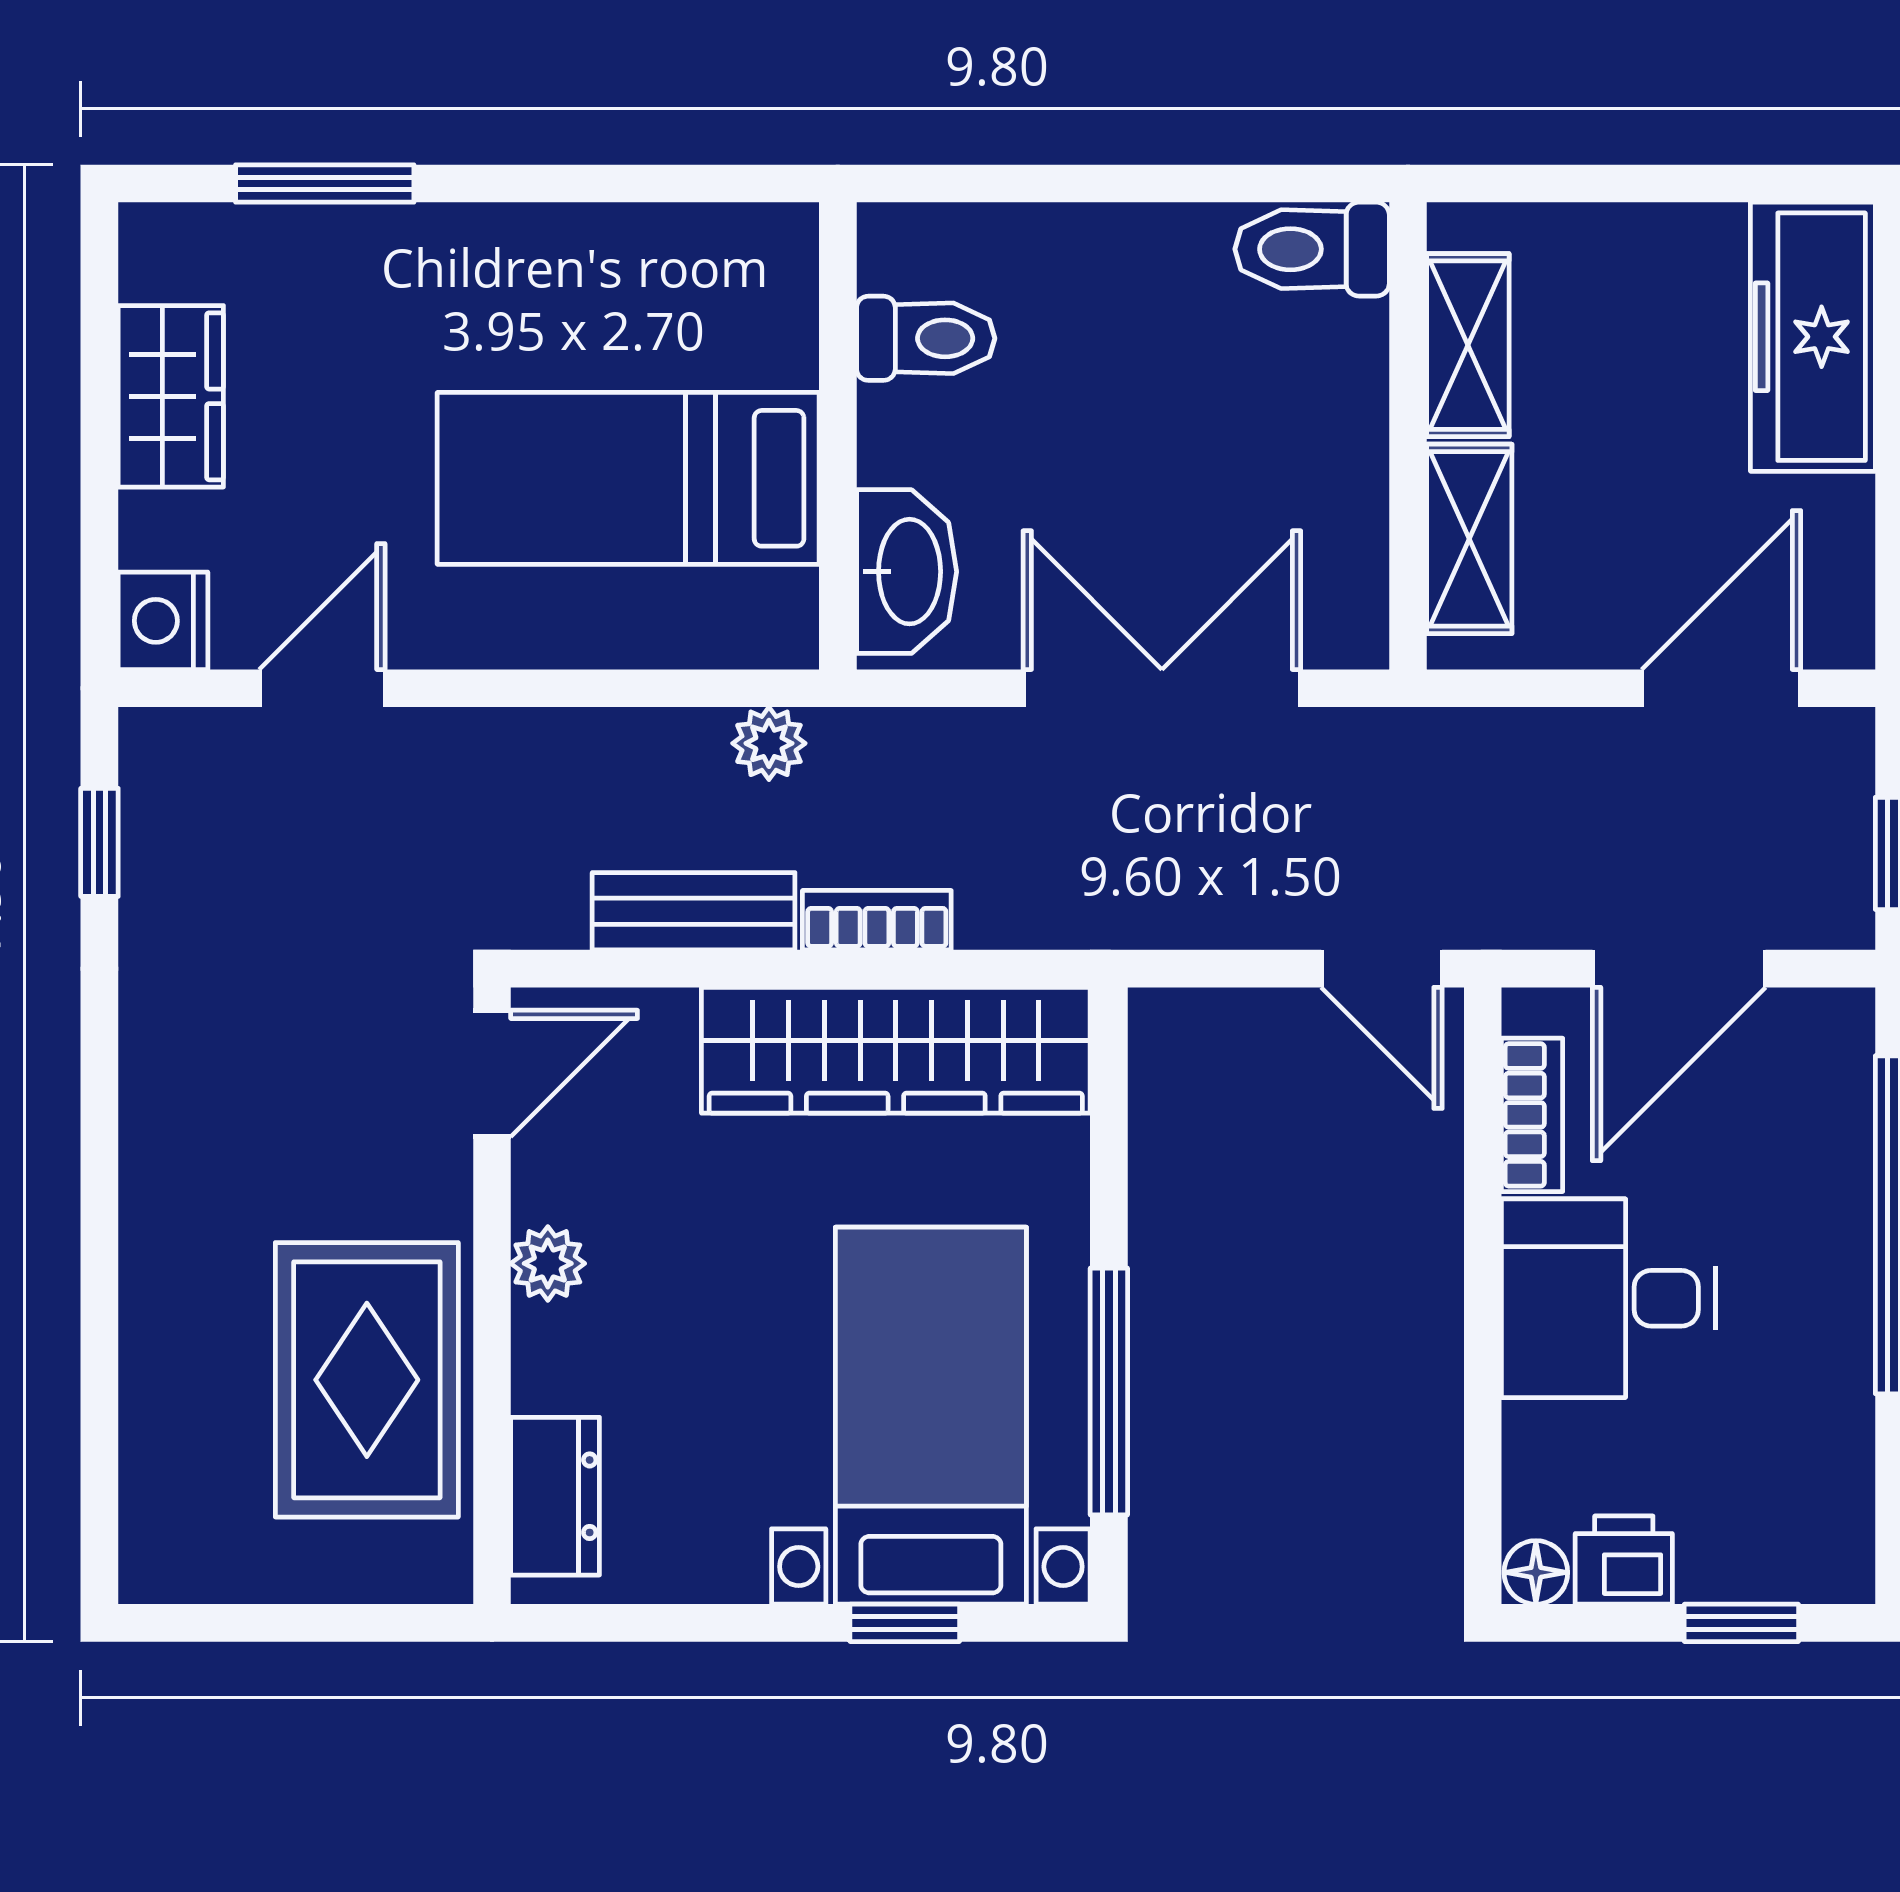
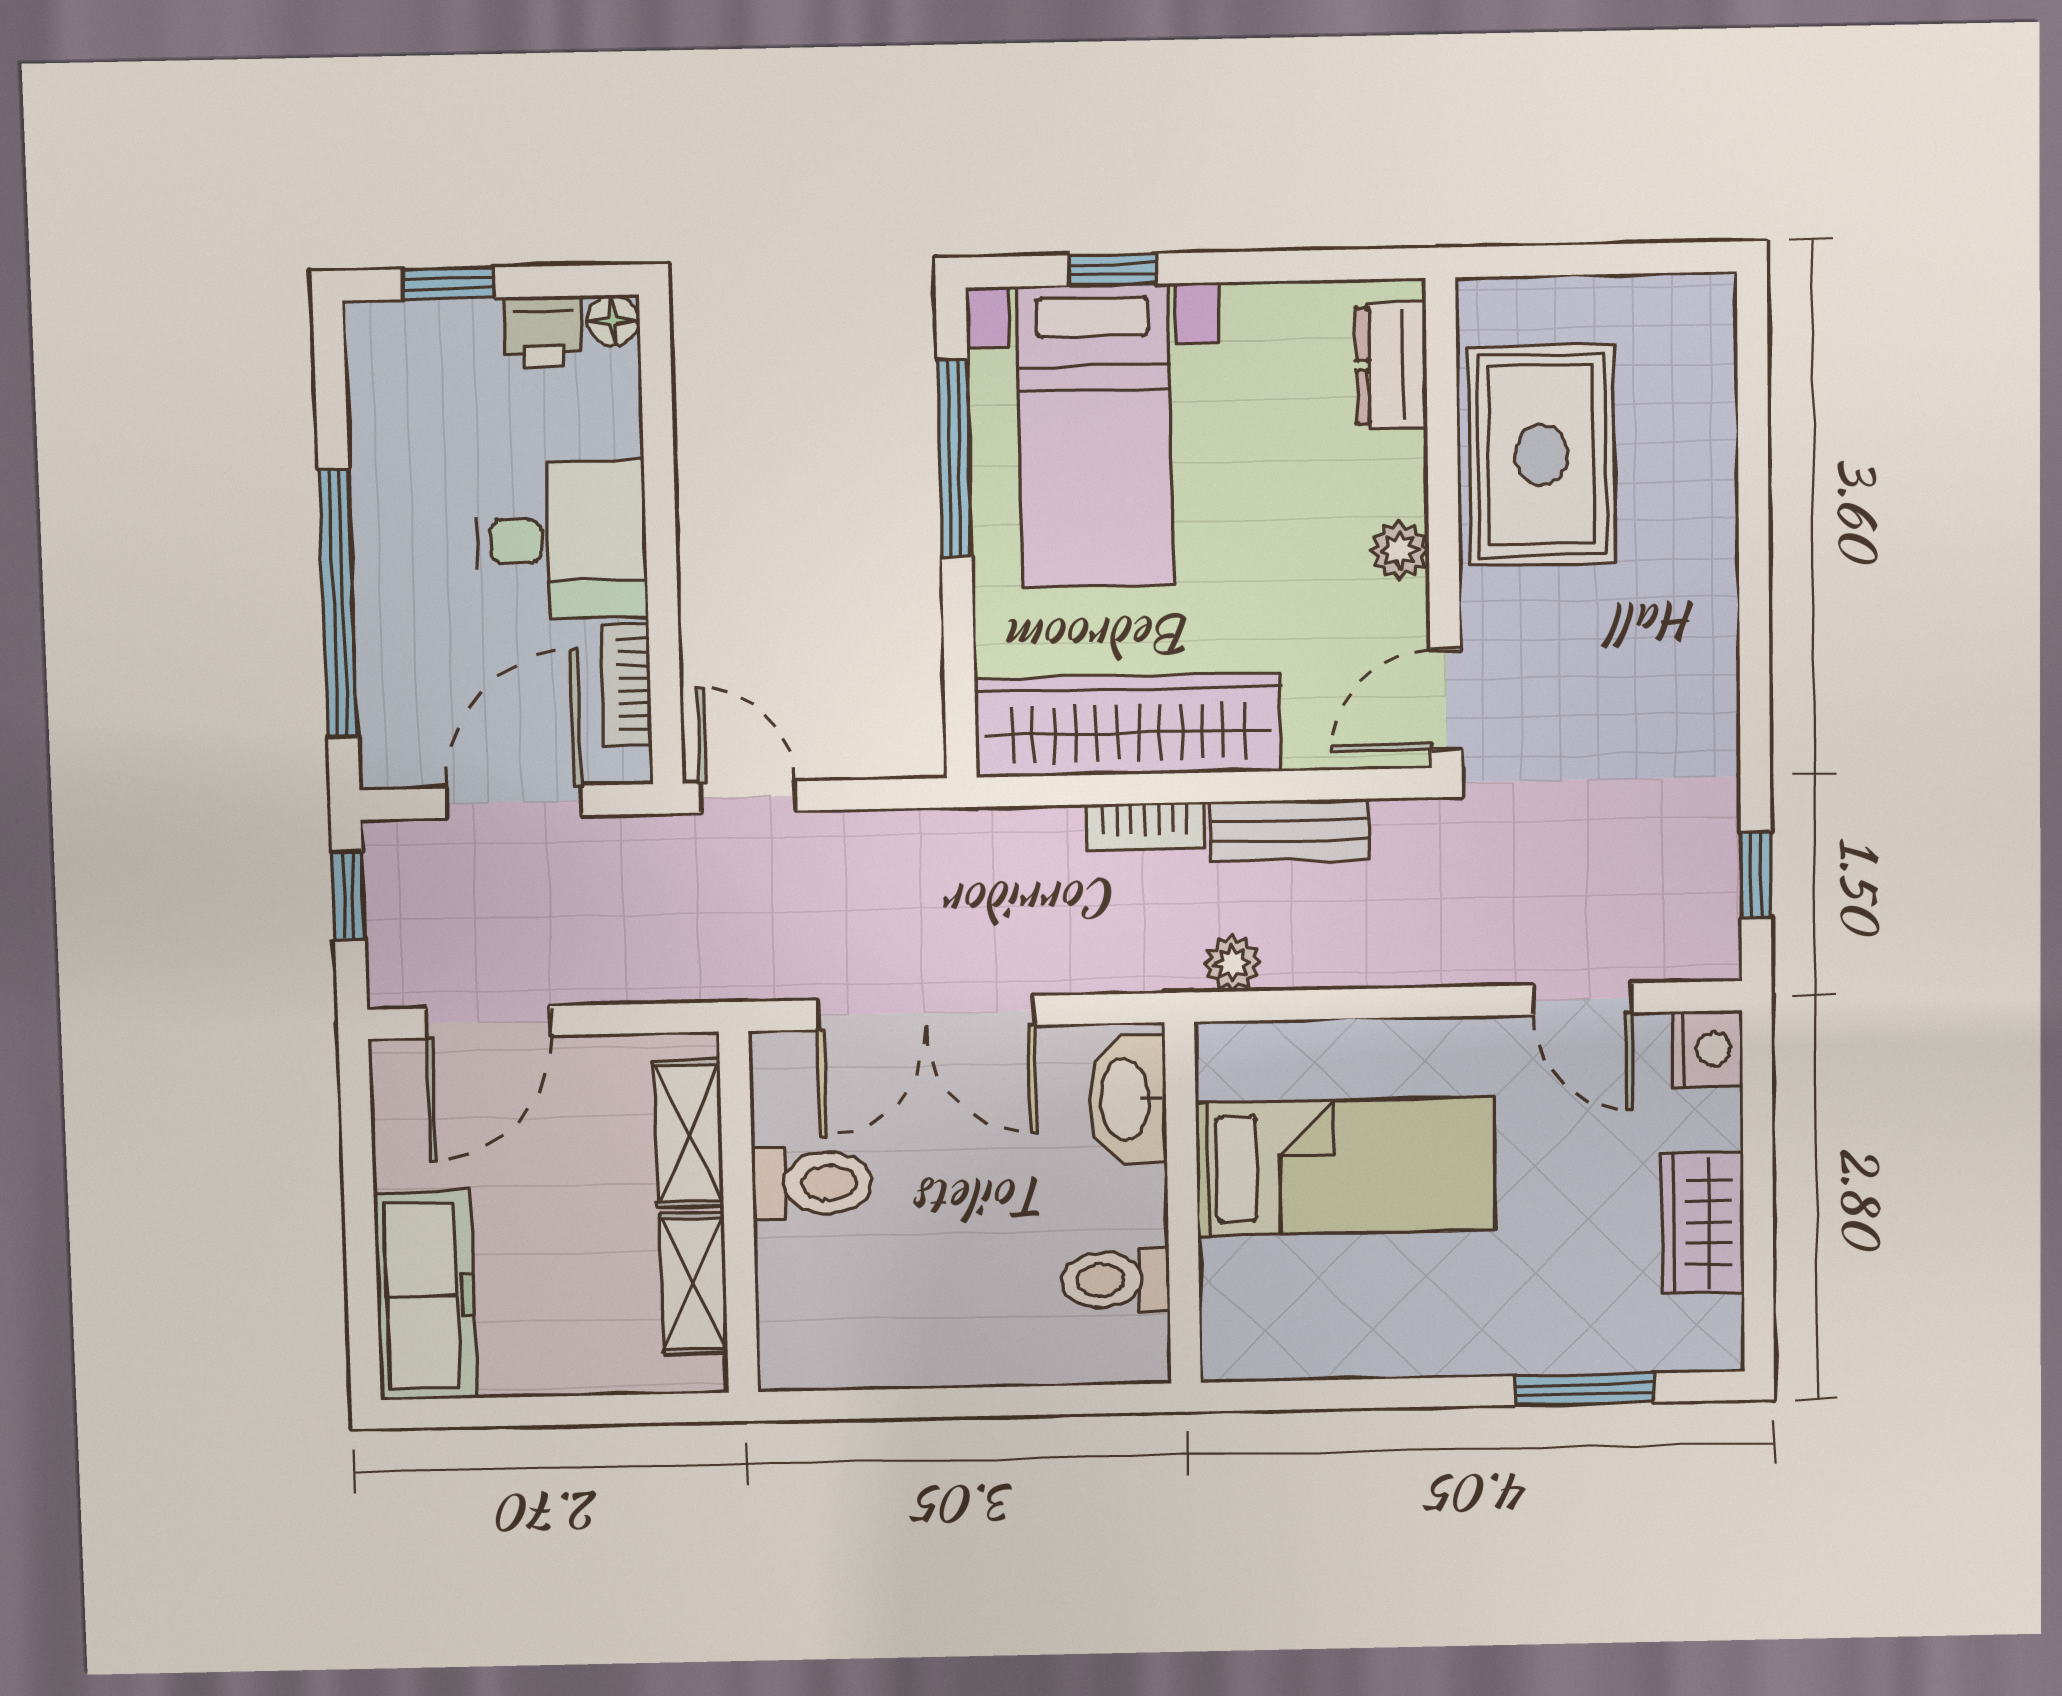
toilet: (1312, 249) -> (812, 1183), moved
door: (322, 688) -> (1583, 999), hinge flipped

